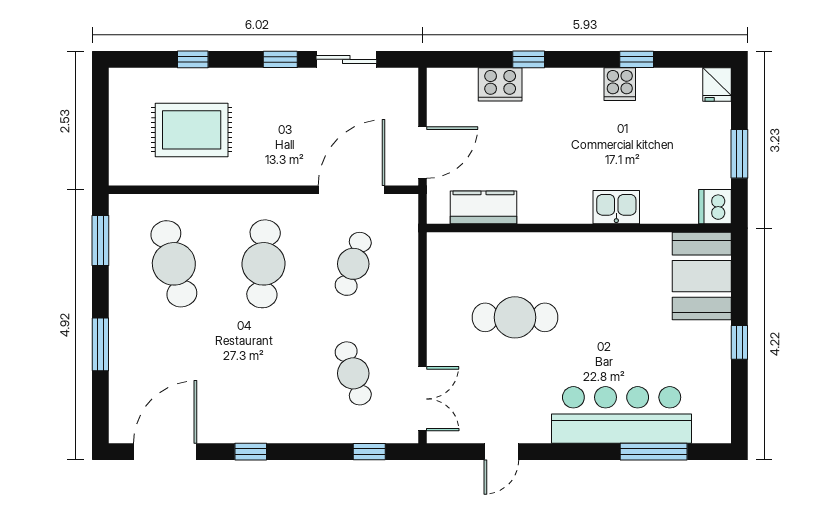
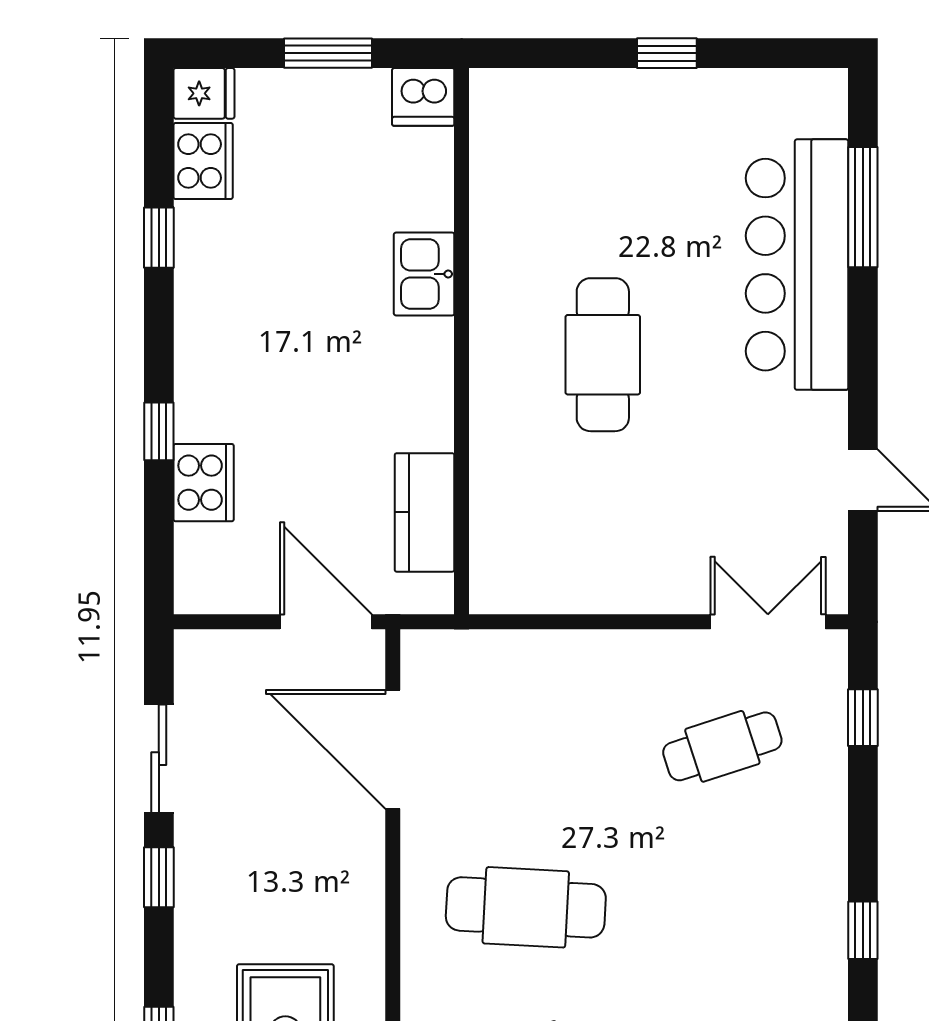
cooker: (620, 84) -> (203, 161), moved, width x1.36
cafe table: (353, 264) -> (526, 746), removed
booth: (702, 276) -> (548, 121), removed
cafe table: (515, 317) -> (603, 355), moved

